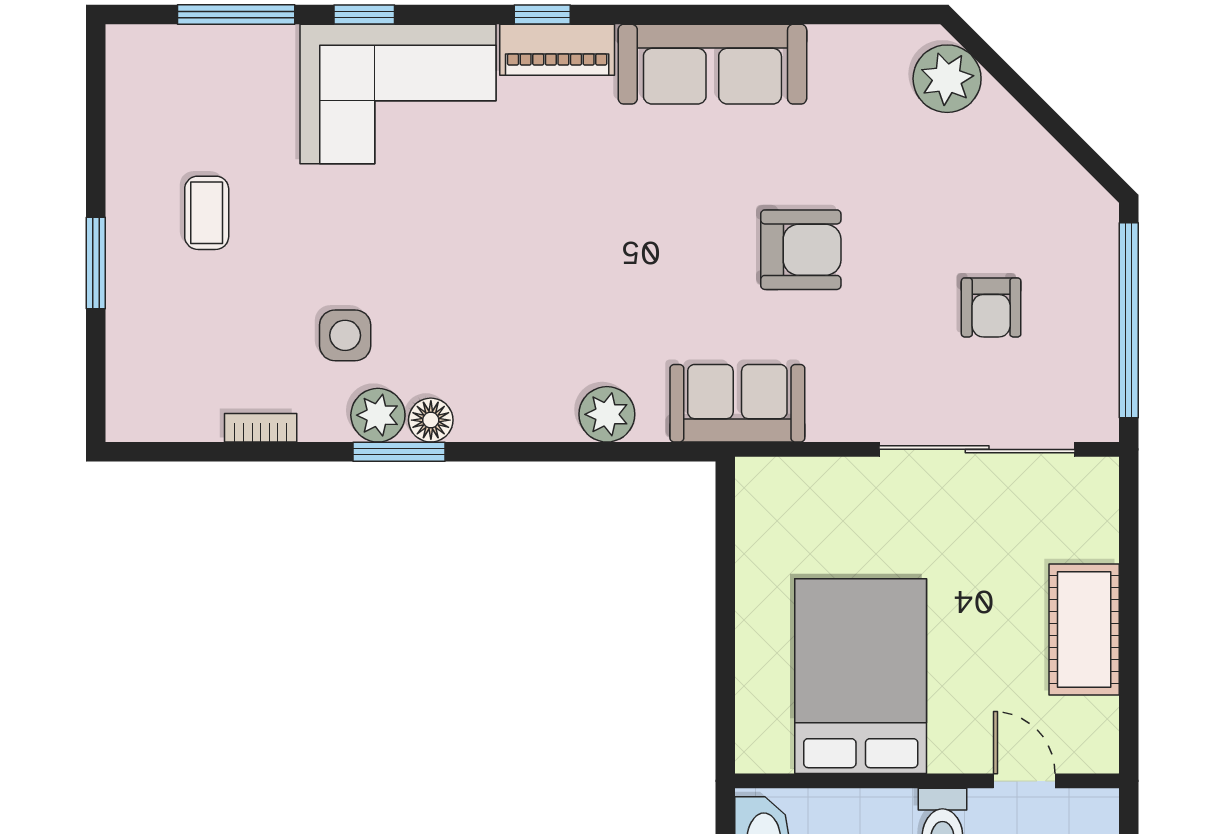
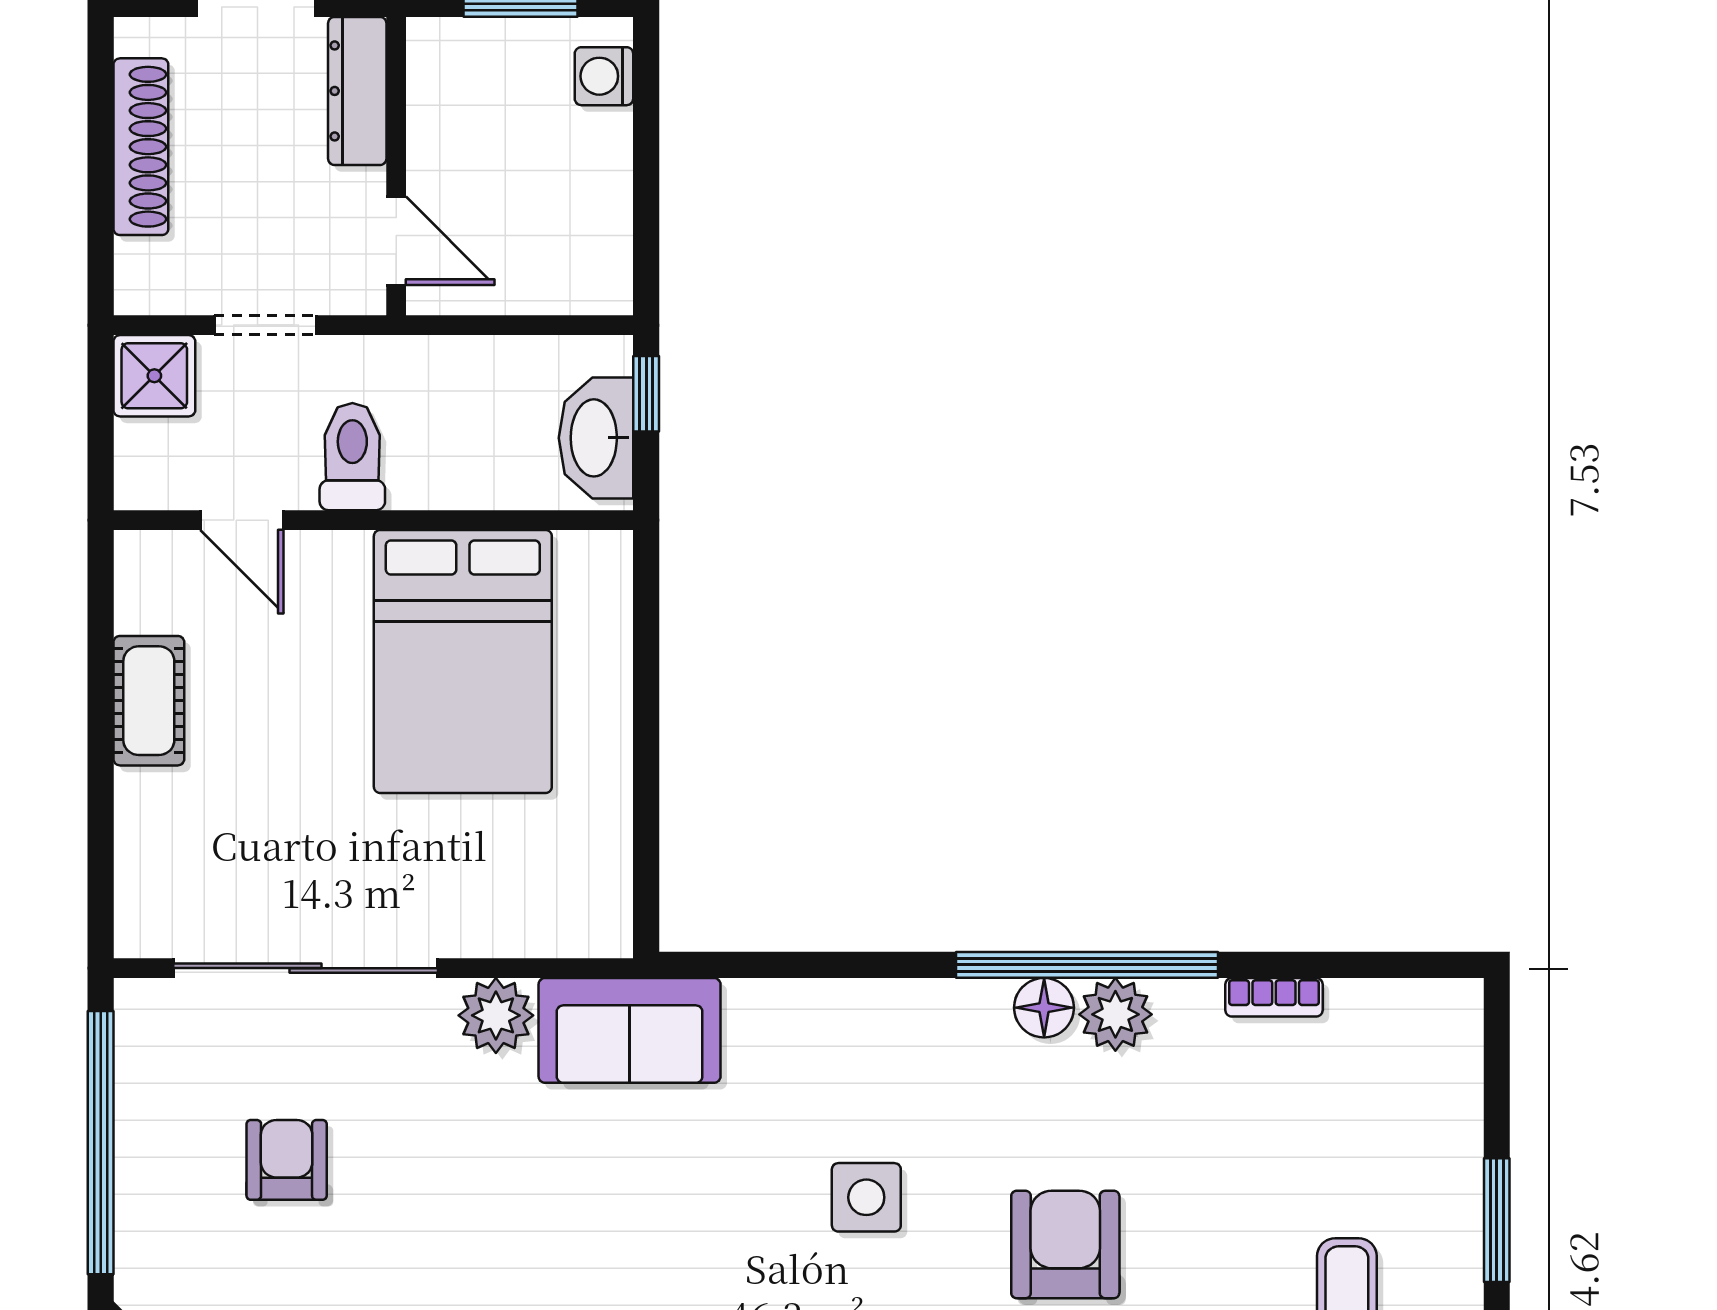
armchair: (801, 250) -> (1065, 1245), moved, turned 90
side table: (345, 335) -> (866, 1197), moved
plant: (607, 414) -> (496, 1015), moved
window: (399, 452) -> (1087, 965), width x2.11
cot: (1084, 629) -> (149, 701), width x0.73, depth x0.75

